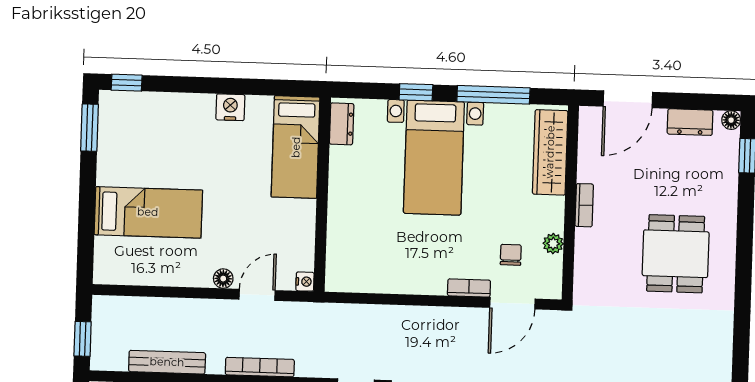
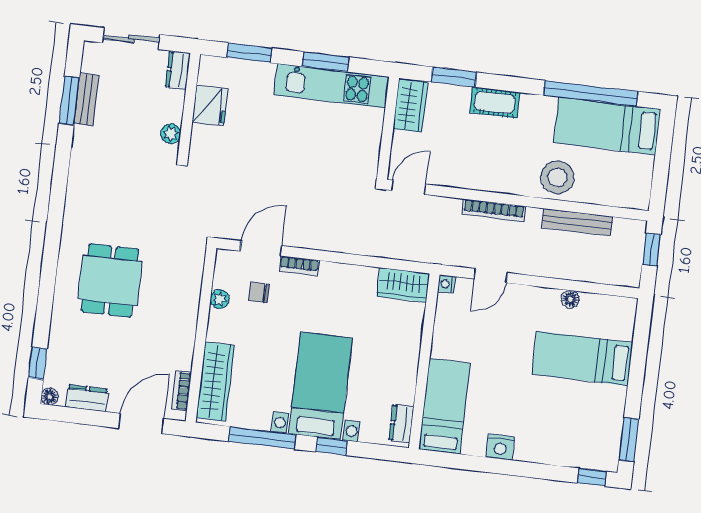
bookcase: (584, 205) -> (182, 391), moved
chair: (511, 255) -> (259, 292), turned 90
wardrobe: (353, 276) -> (403, 285), added
floor lamp: (223, 279) -> (570, 299), moved

